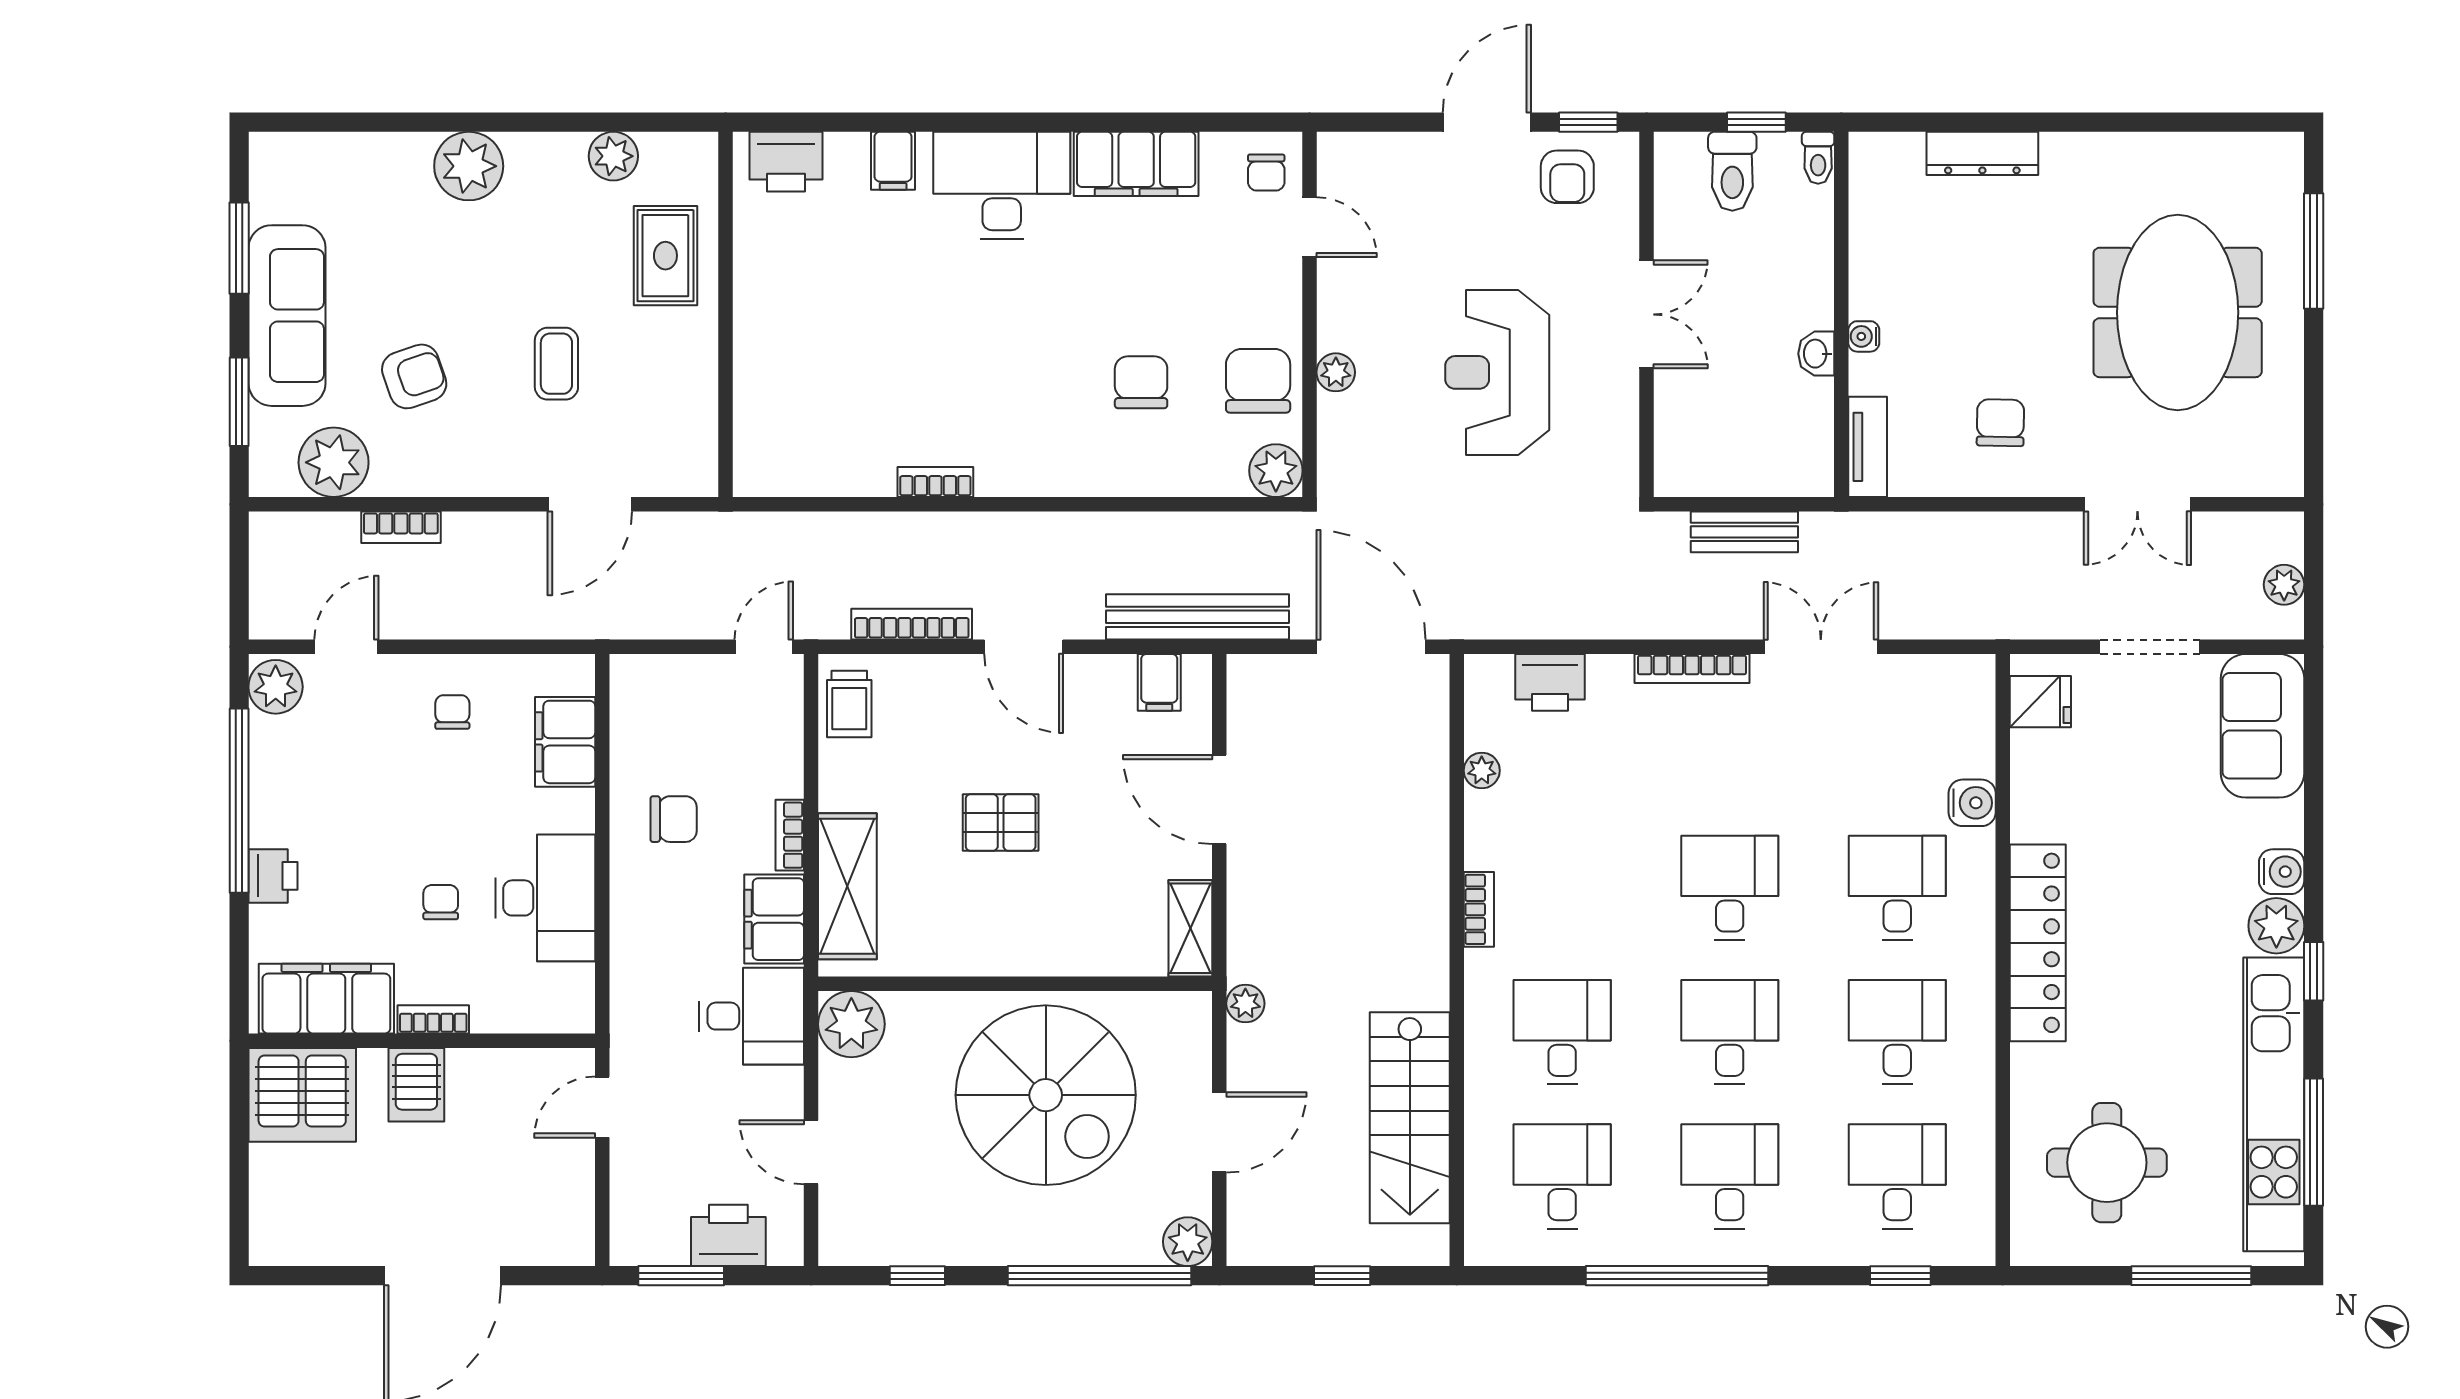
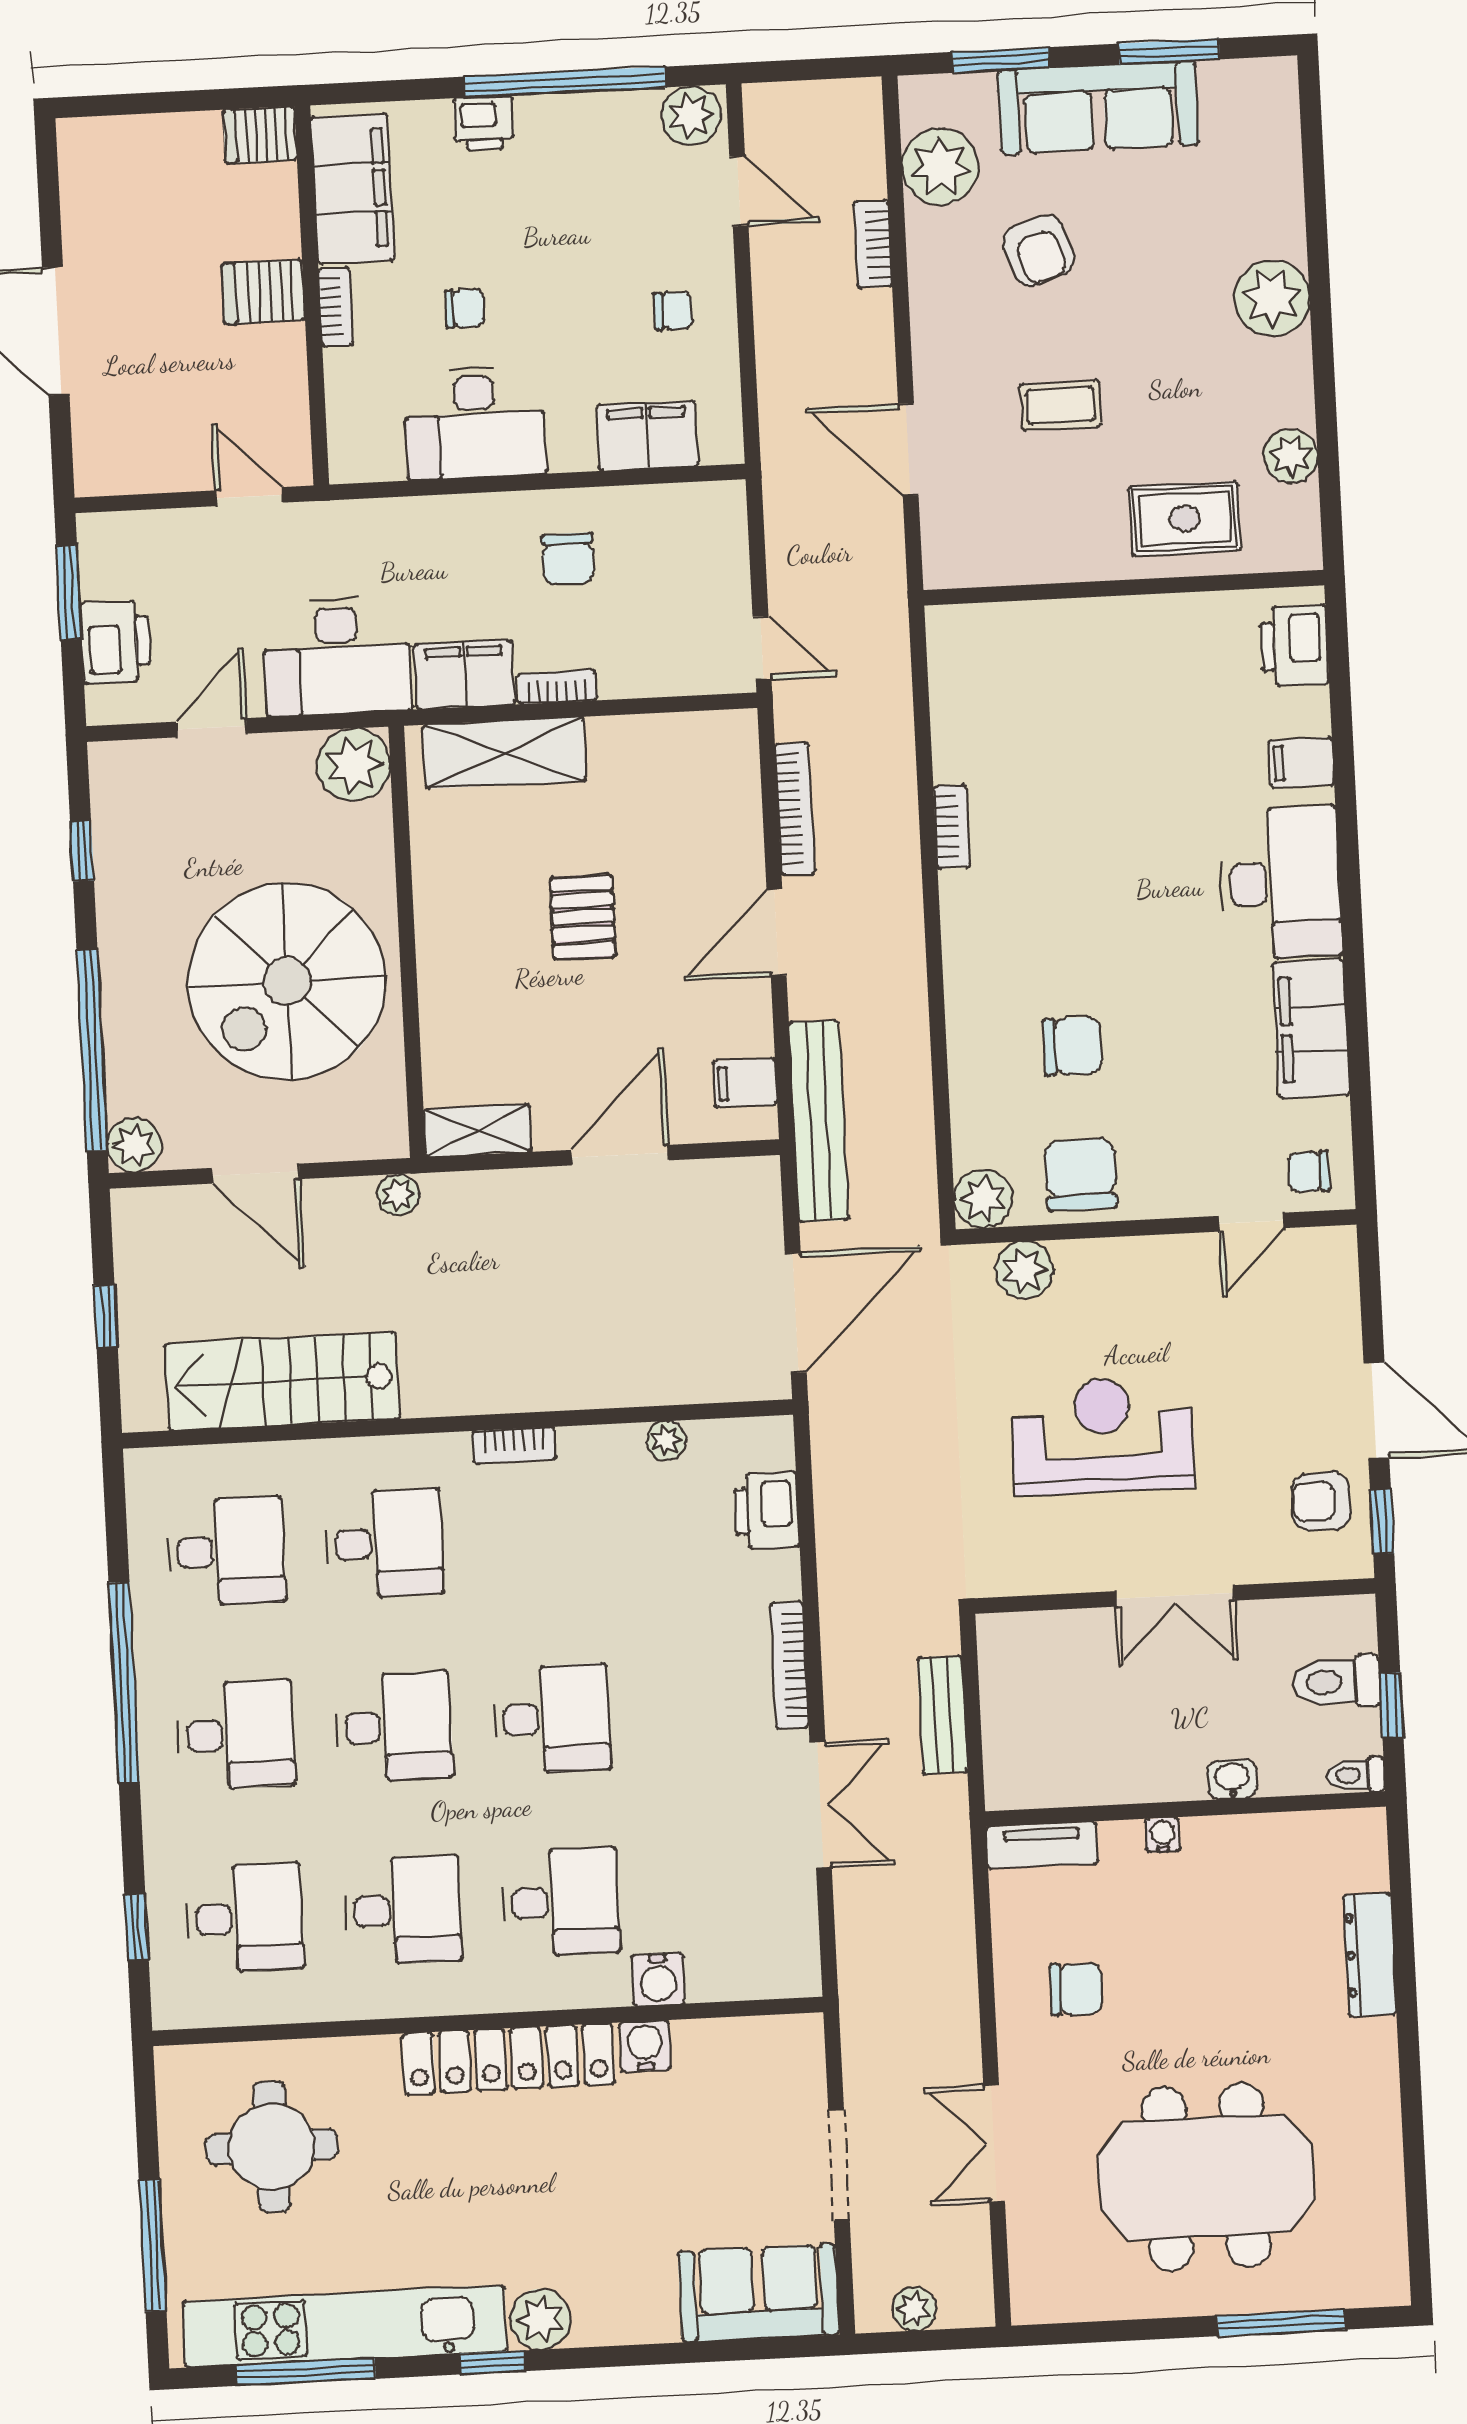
washbasin: (1816, 354) -> (1232, 1779), moved
plant: (1336, 372) -> (1024, 1270), moved, width x1.38, depth x1.38
chair: (1258, 381) -> (1081, 1174), turned -90
fridge: (2040, 702) -> (773, 2048), removed
trolley: (849, 704) -> (704, 745), removed
water cooler: (2282, 872) -> (645, 2046), moved, turned 180
desk: (752, 1016) -> (337, 656), width x1.37
server rack: (302, 1095) -> (260, 135), width x0.46, depth x0.70

